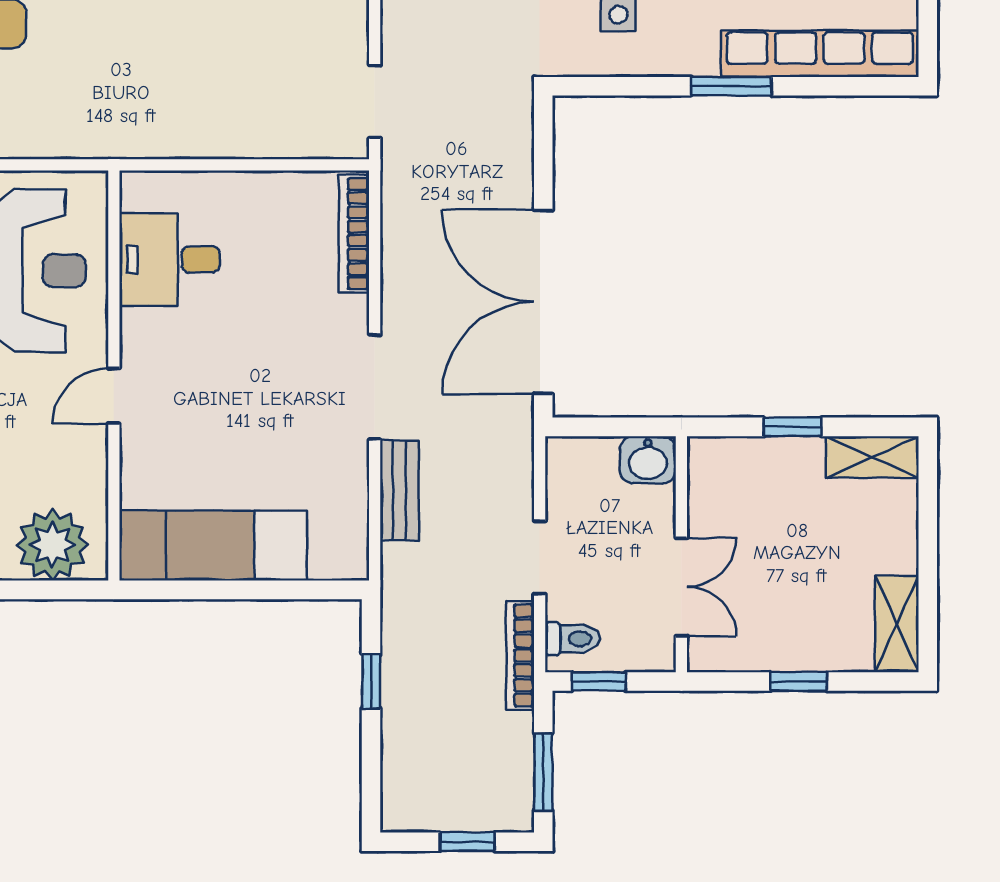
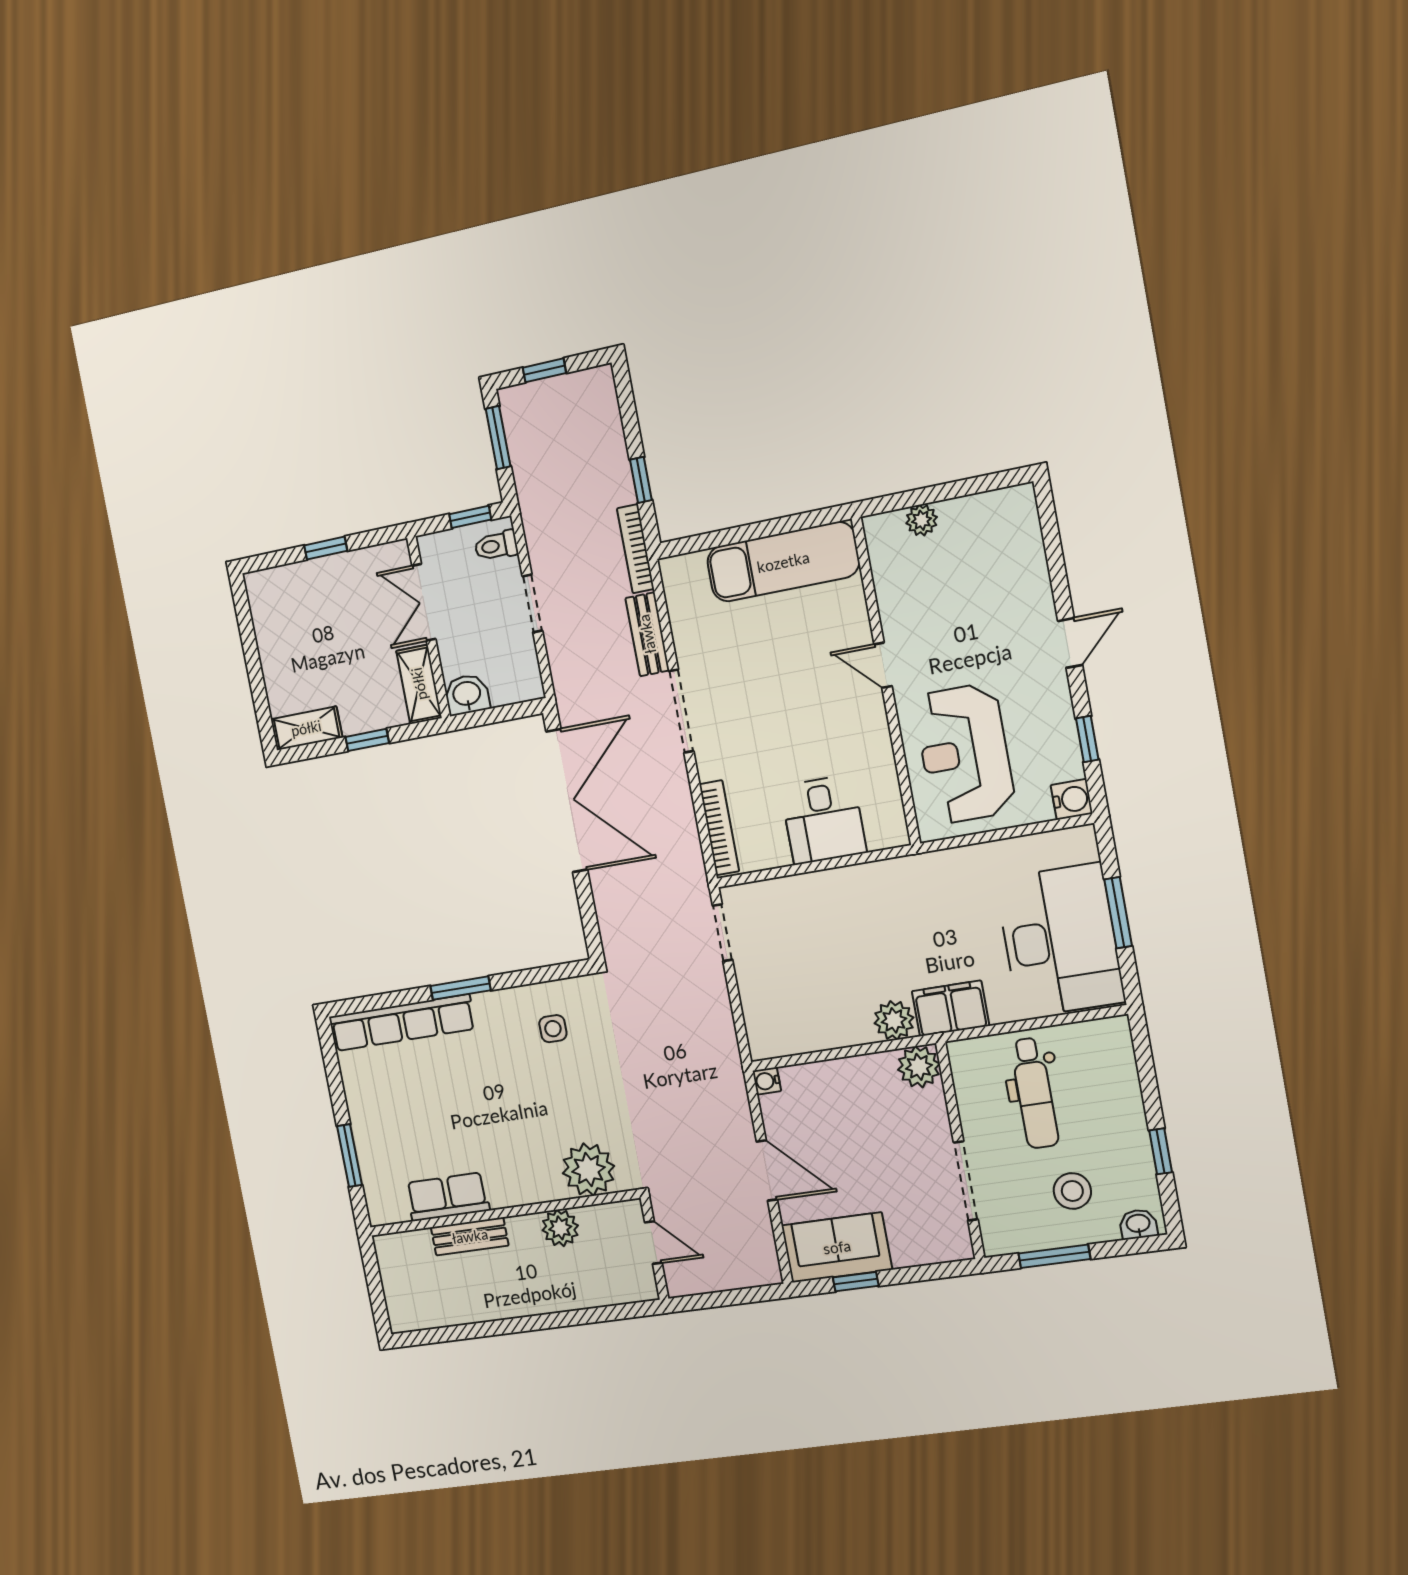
desk: (170, 259) -> (823, 820), moved, turned 90
door: (114, 396) -> (883, 665), swing flipped
plant: (52, 545) -> (922, 520), width x0.53, depth x0.53
shelving: (897, 624) -> (419, 684), moved
bookcase: (520, 656) -> (636, 549), moved, turned 180

